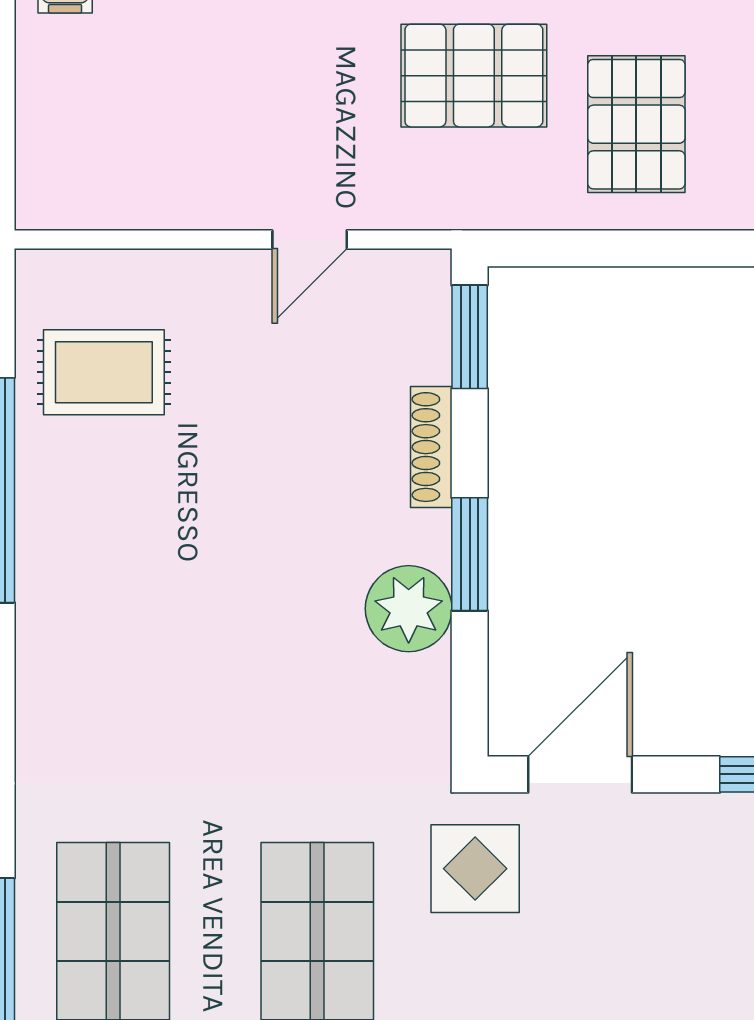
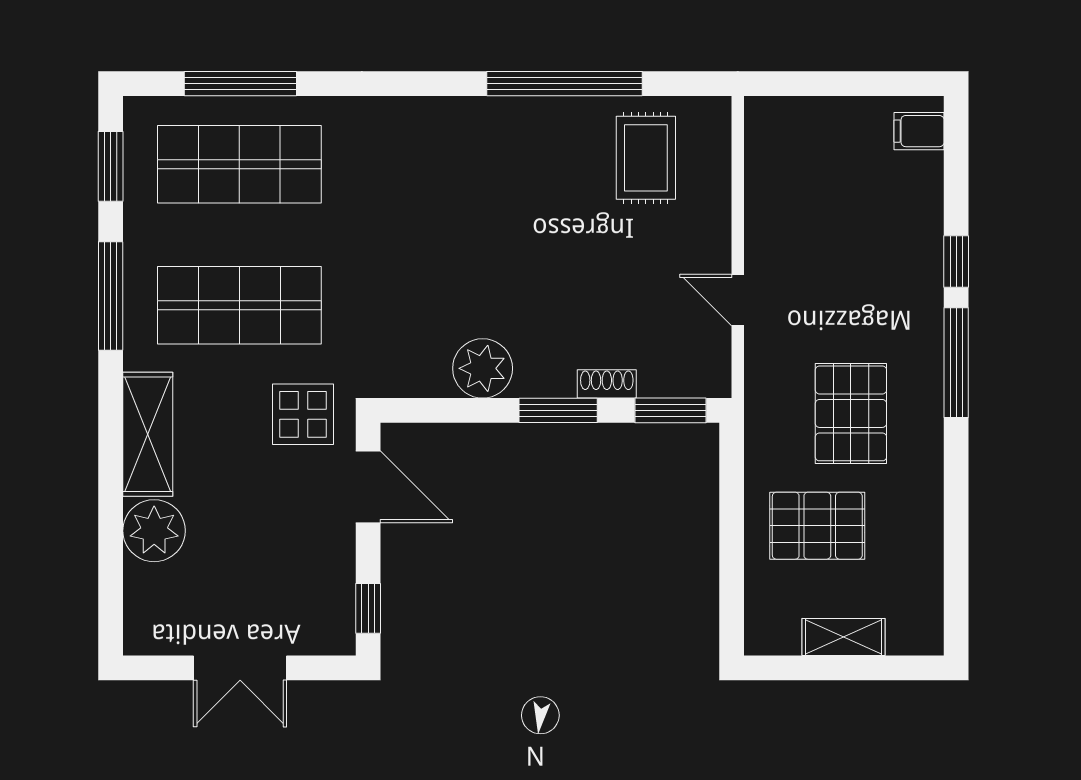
shoe rack: (431, 447) -> (607, 384), width x0.70
window: (470, 554) -> (558, 410), moved

